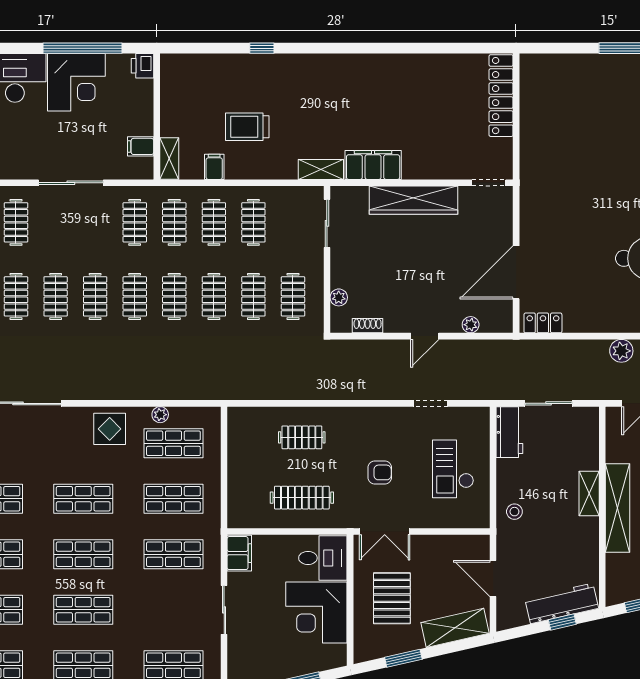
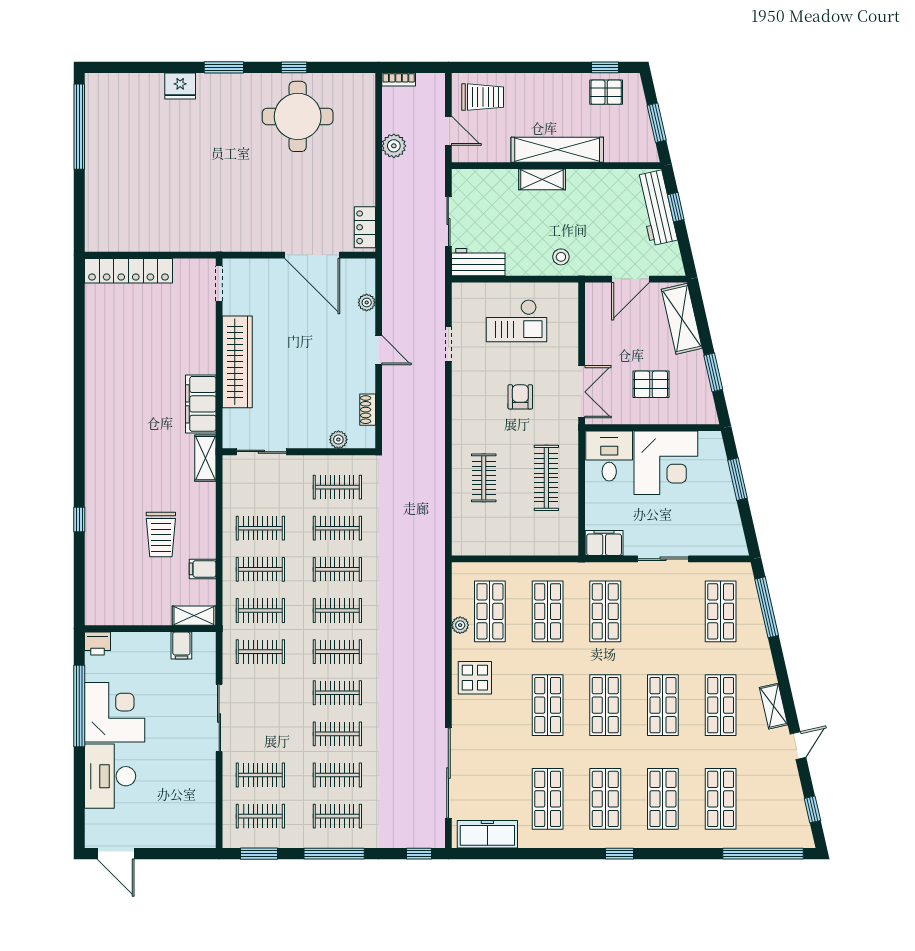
pallet: (392, 598) -> (651, 384), width x0.67, depth x0.71

